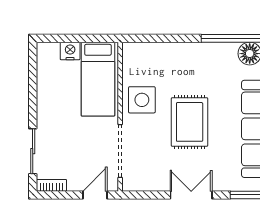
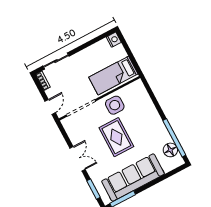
nightstand: (70, 51) -> (114, 40), moved
rug: (190, 122) -> (116, 137), turned 90
door: (95, 195) -> (50, 107), hinge flipped

